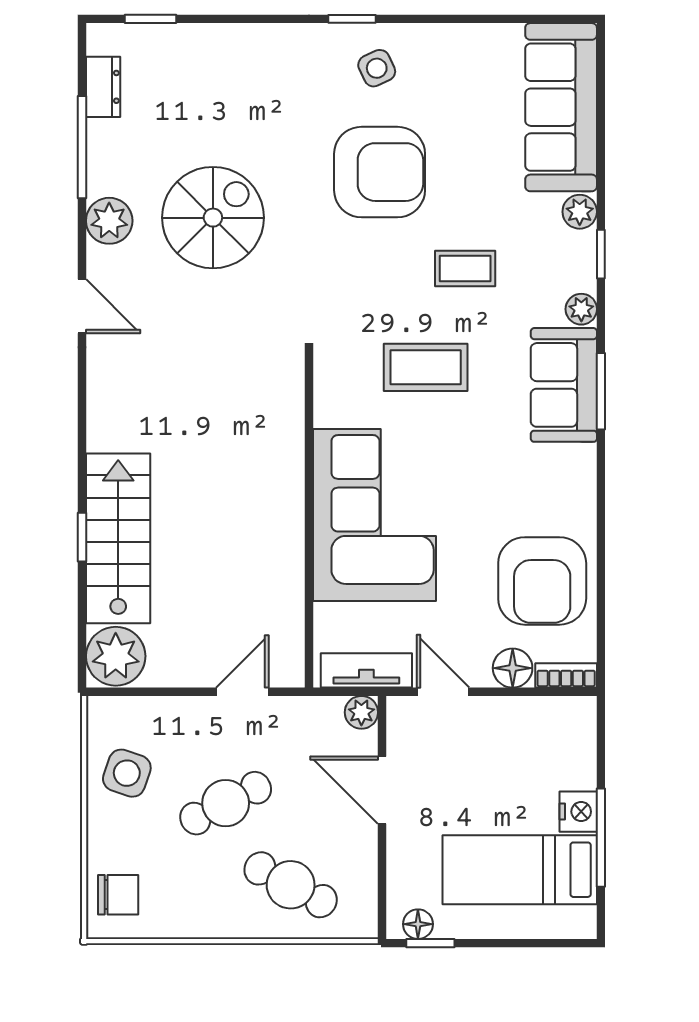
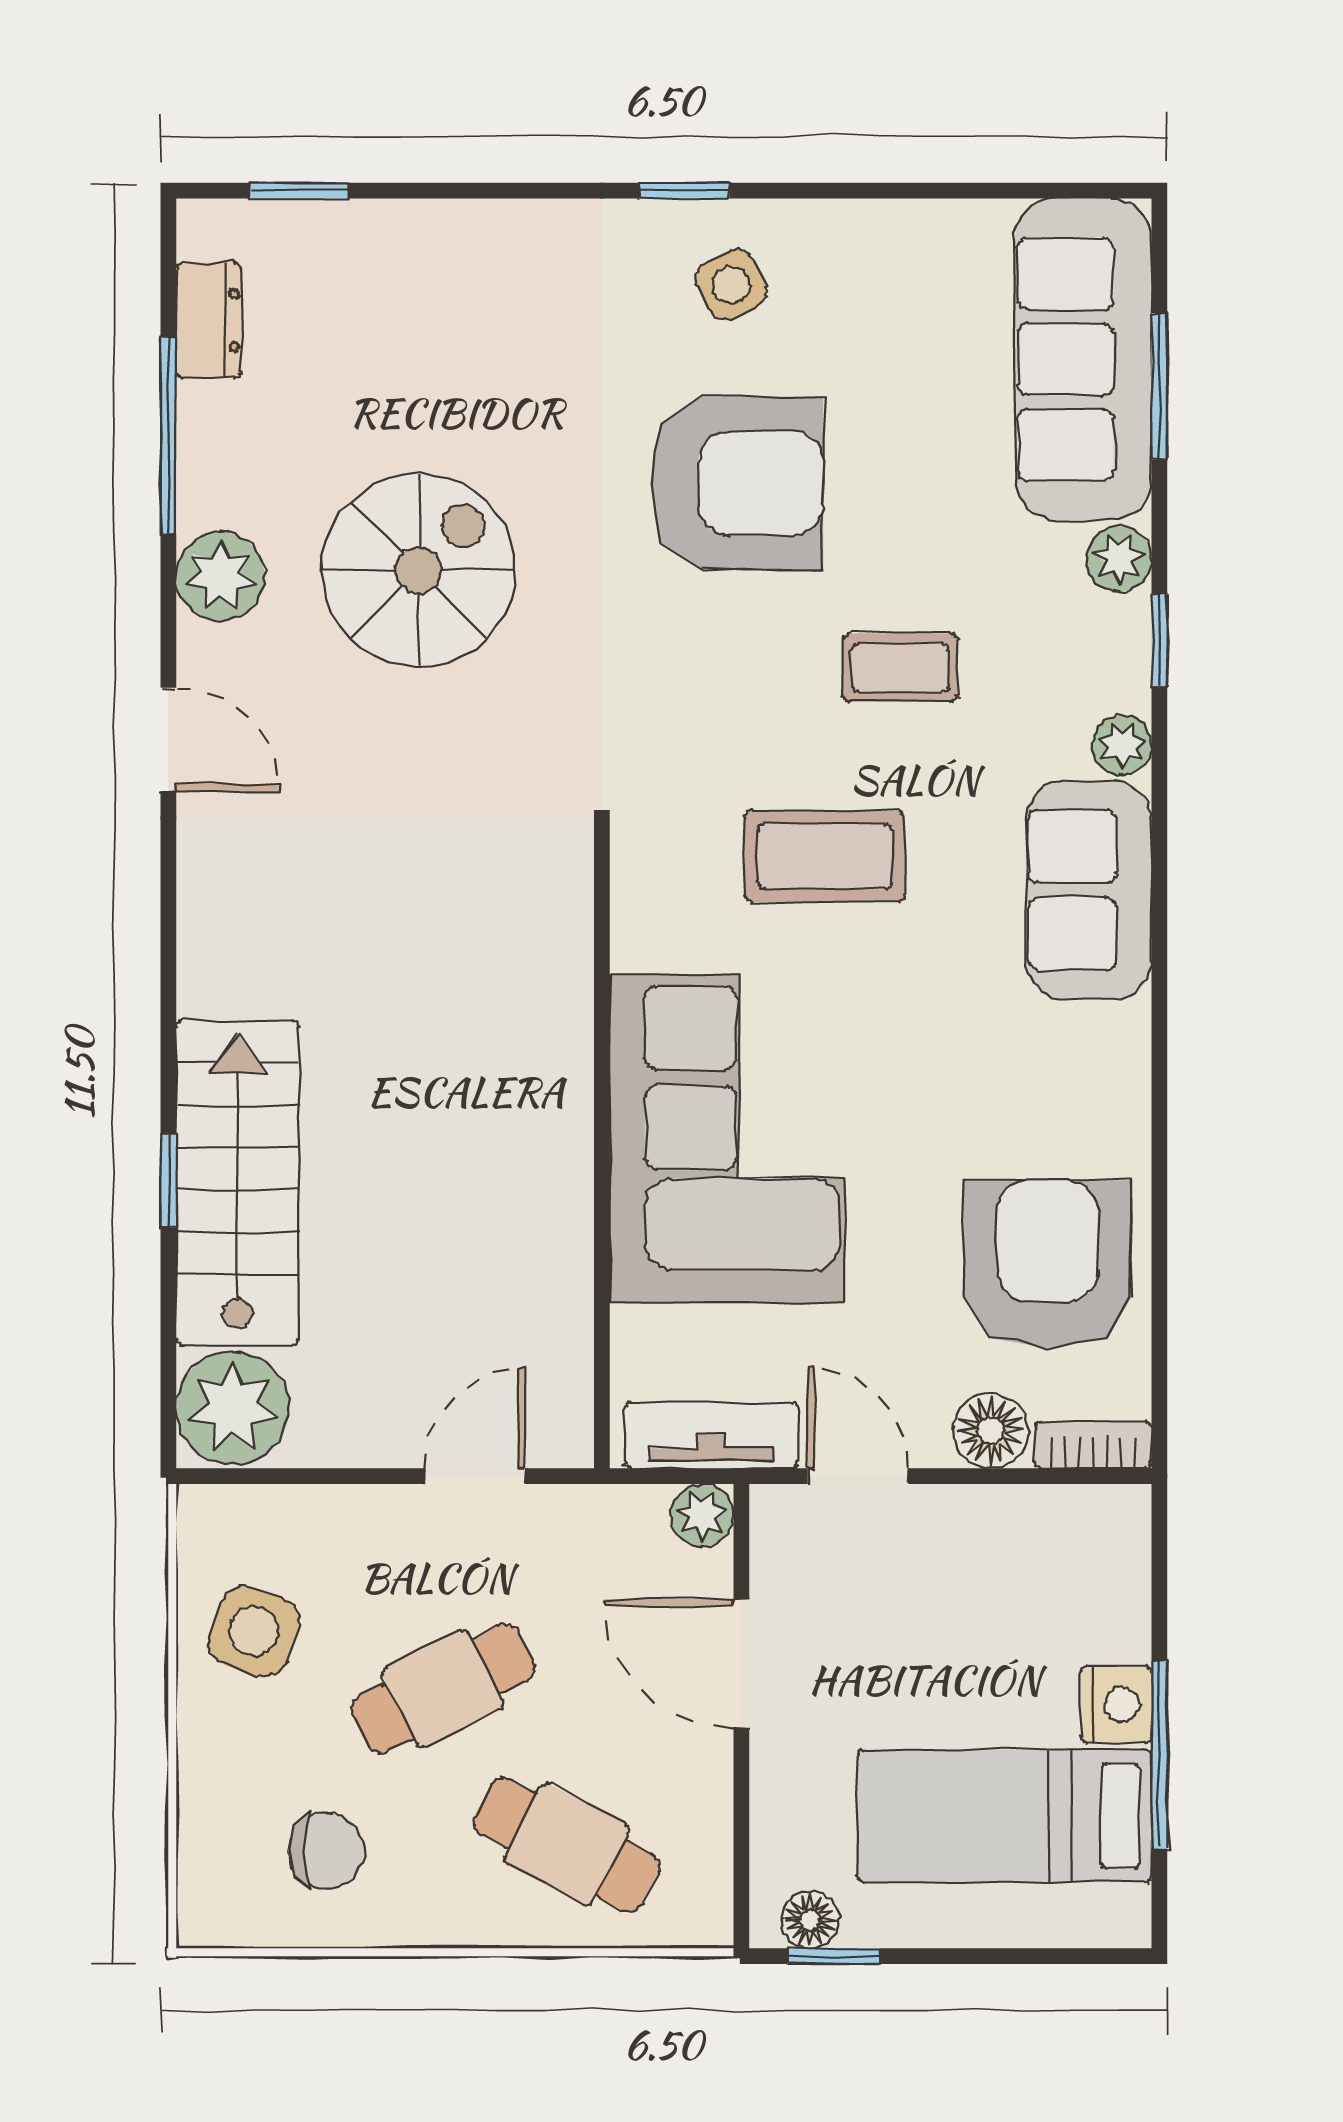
window: (601, 391) -> (1159, 386), moved
armchair: (542, 581) -> (1047, 1264), turned 180
chair: (118, 895) -> (326, 1851), moved

